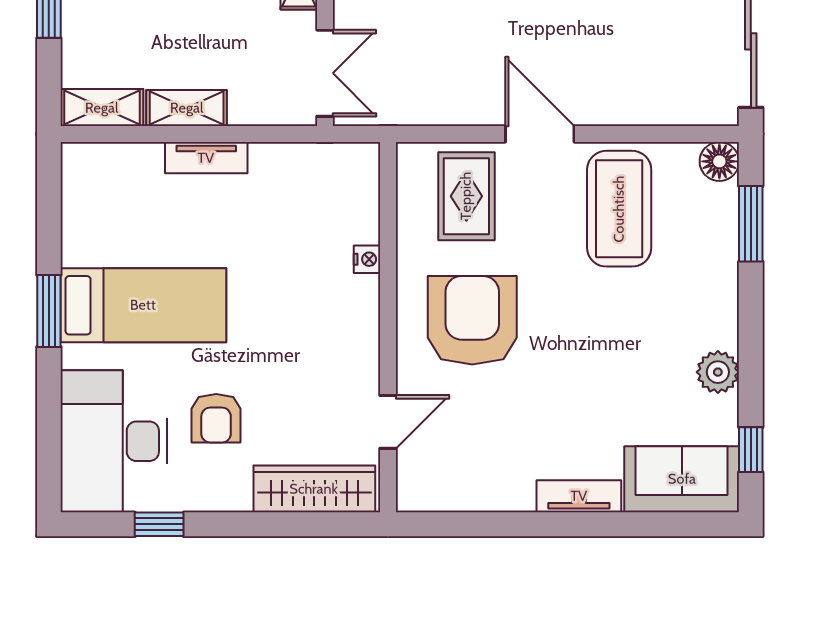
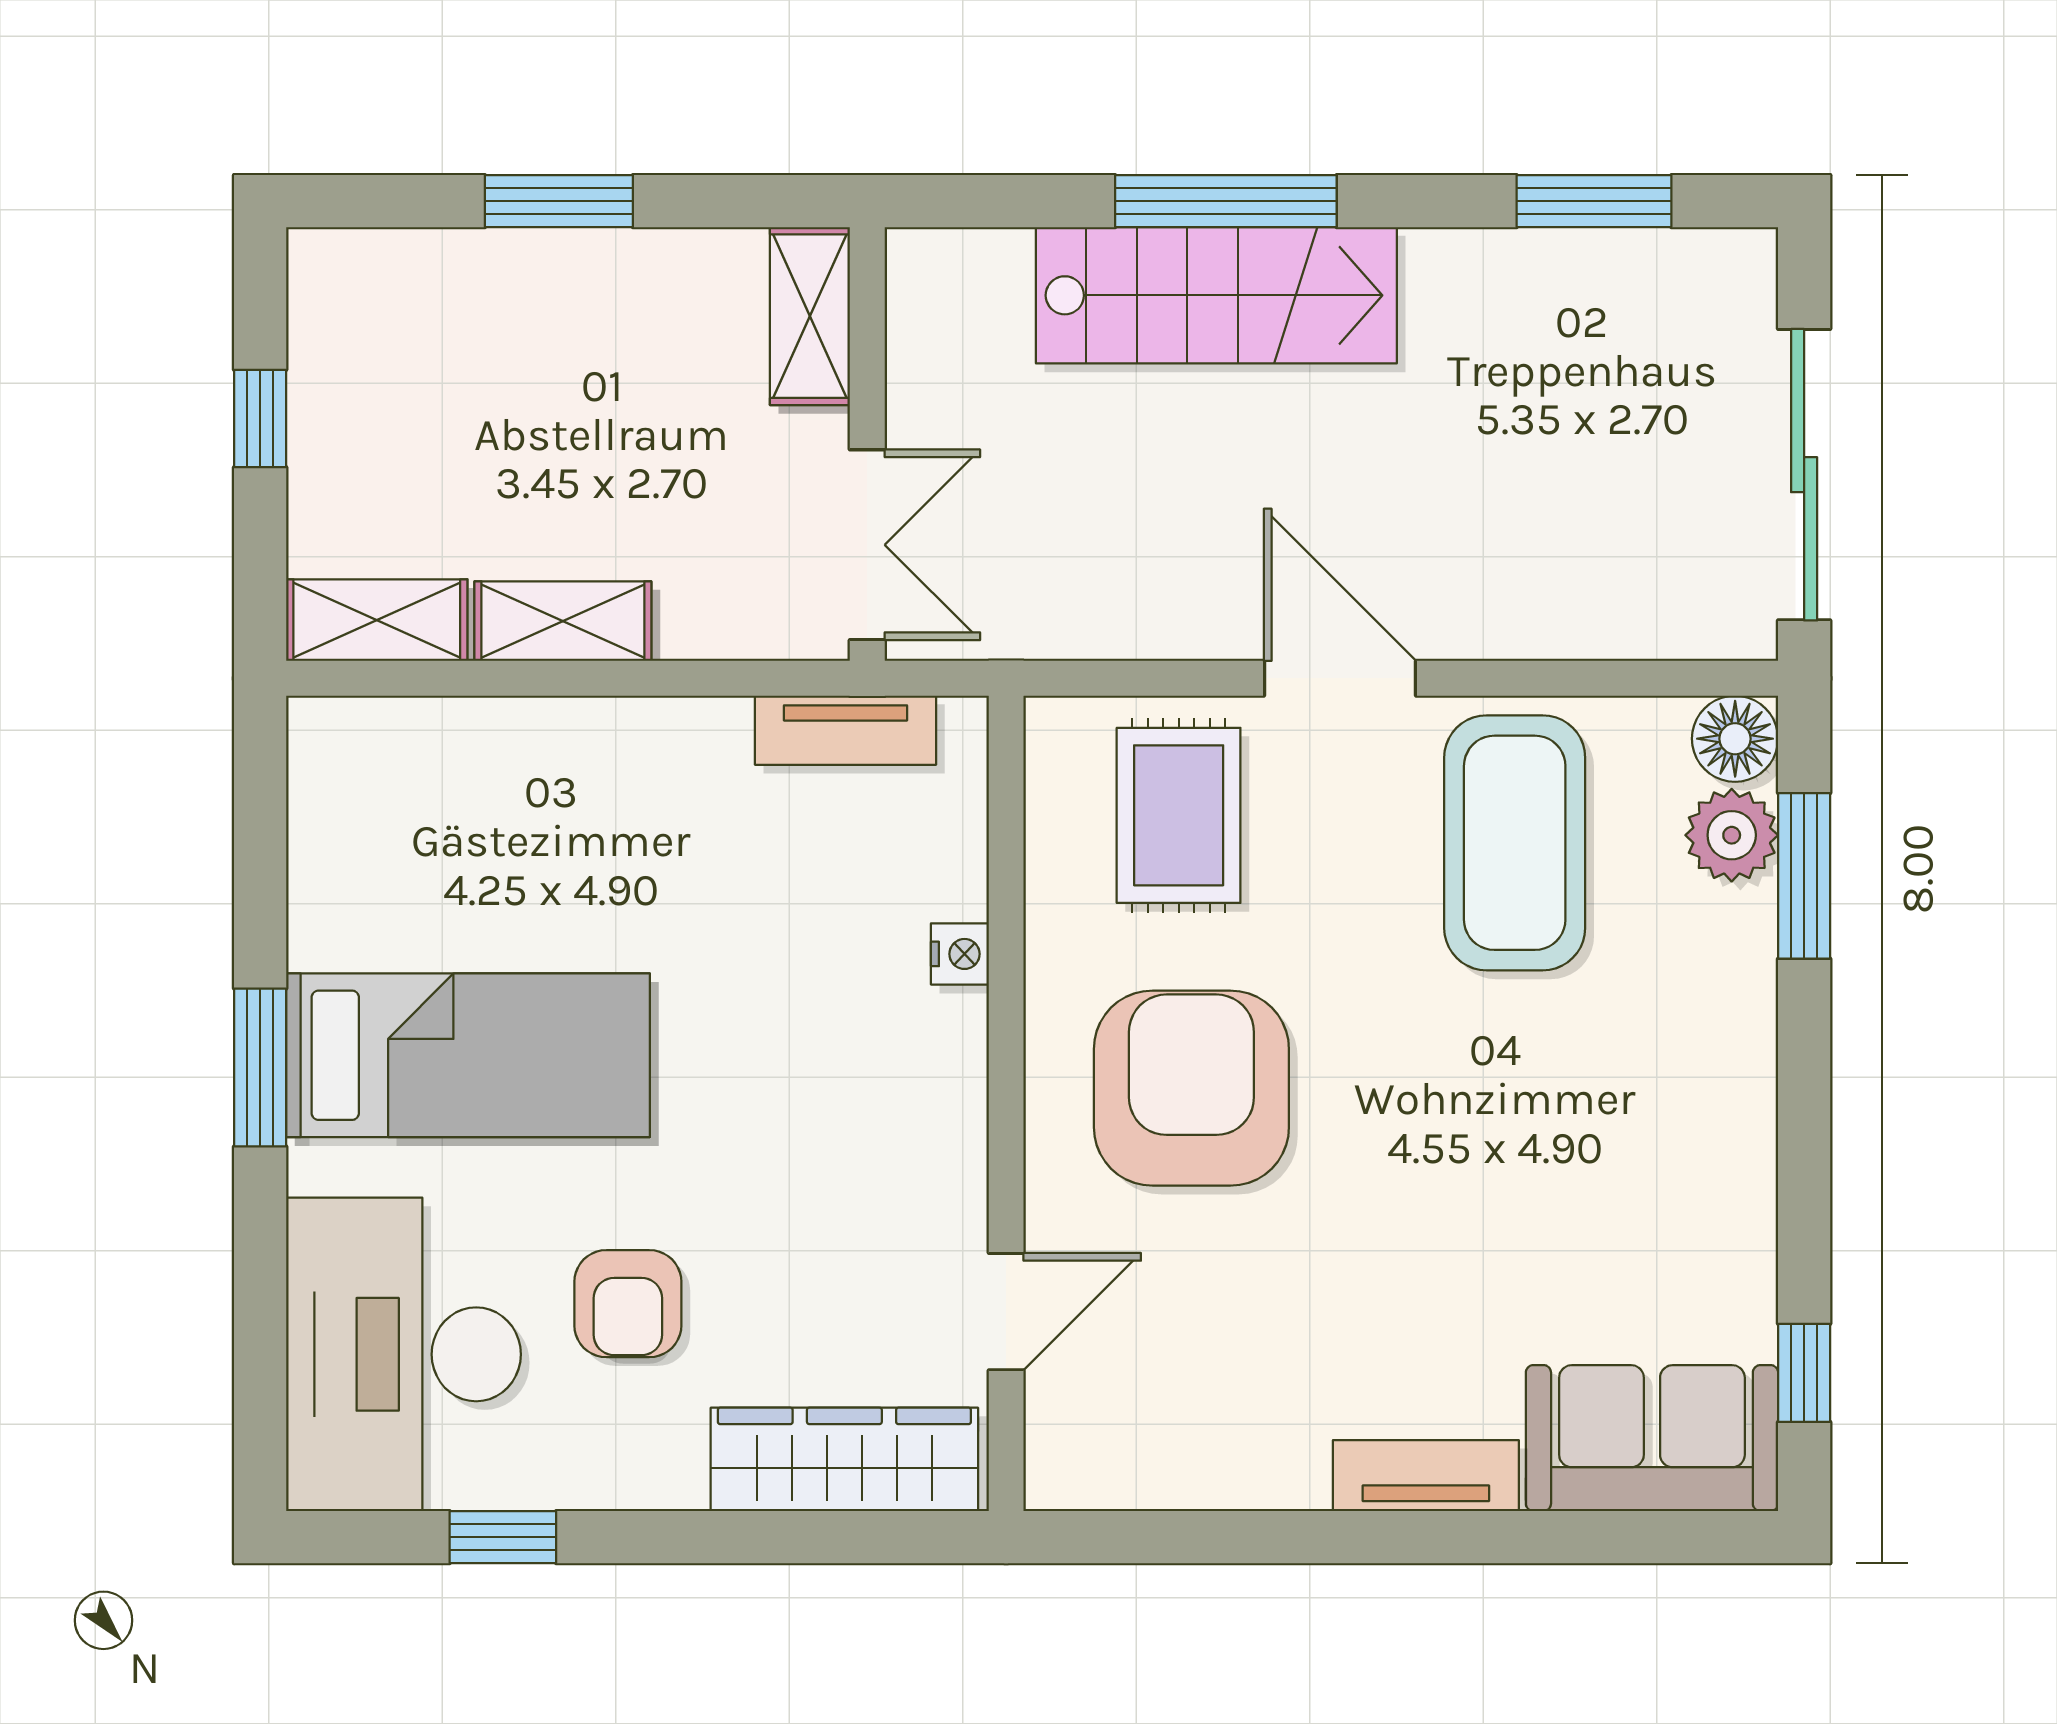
tv unit: (206, 158) -> (845, 730), moved
plant: (718, 372) -> (1732, 835), moved

